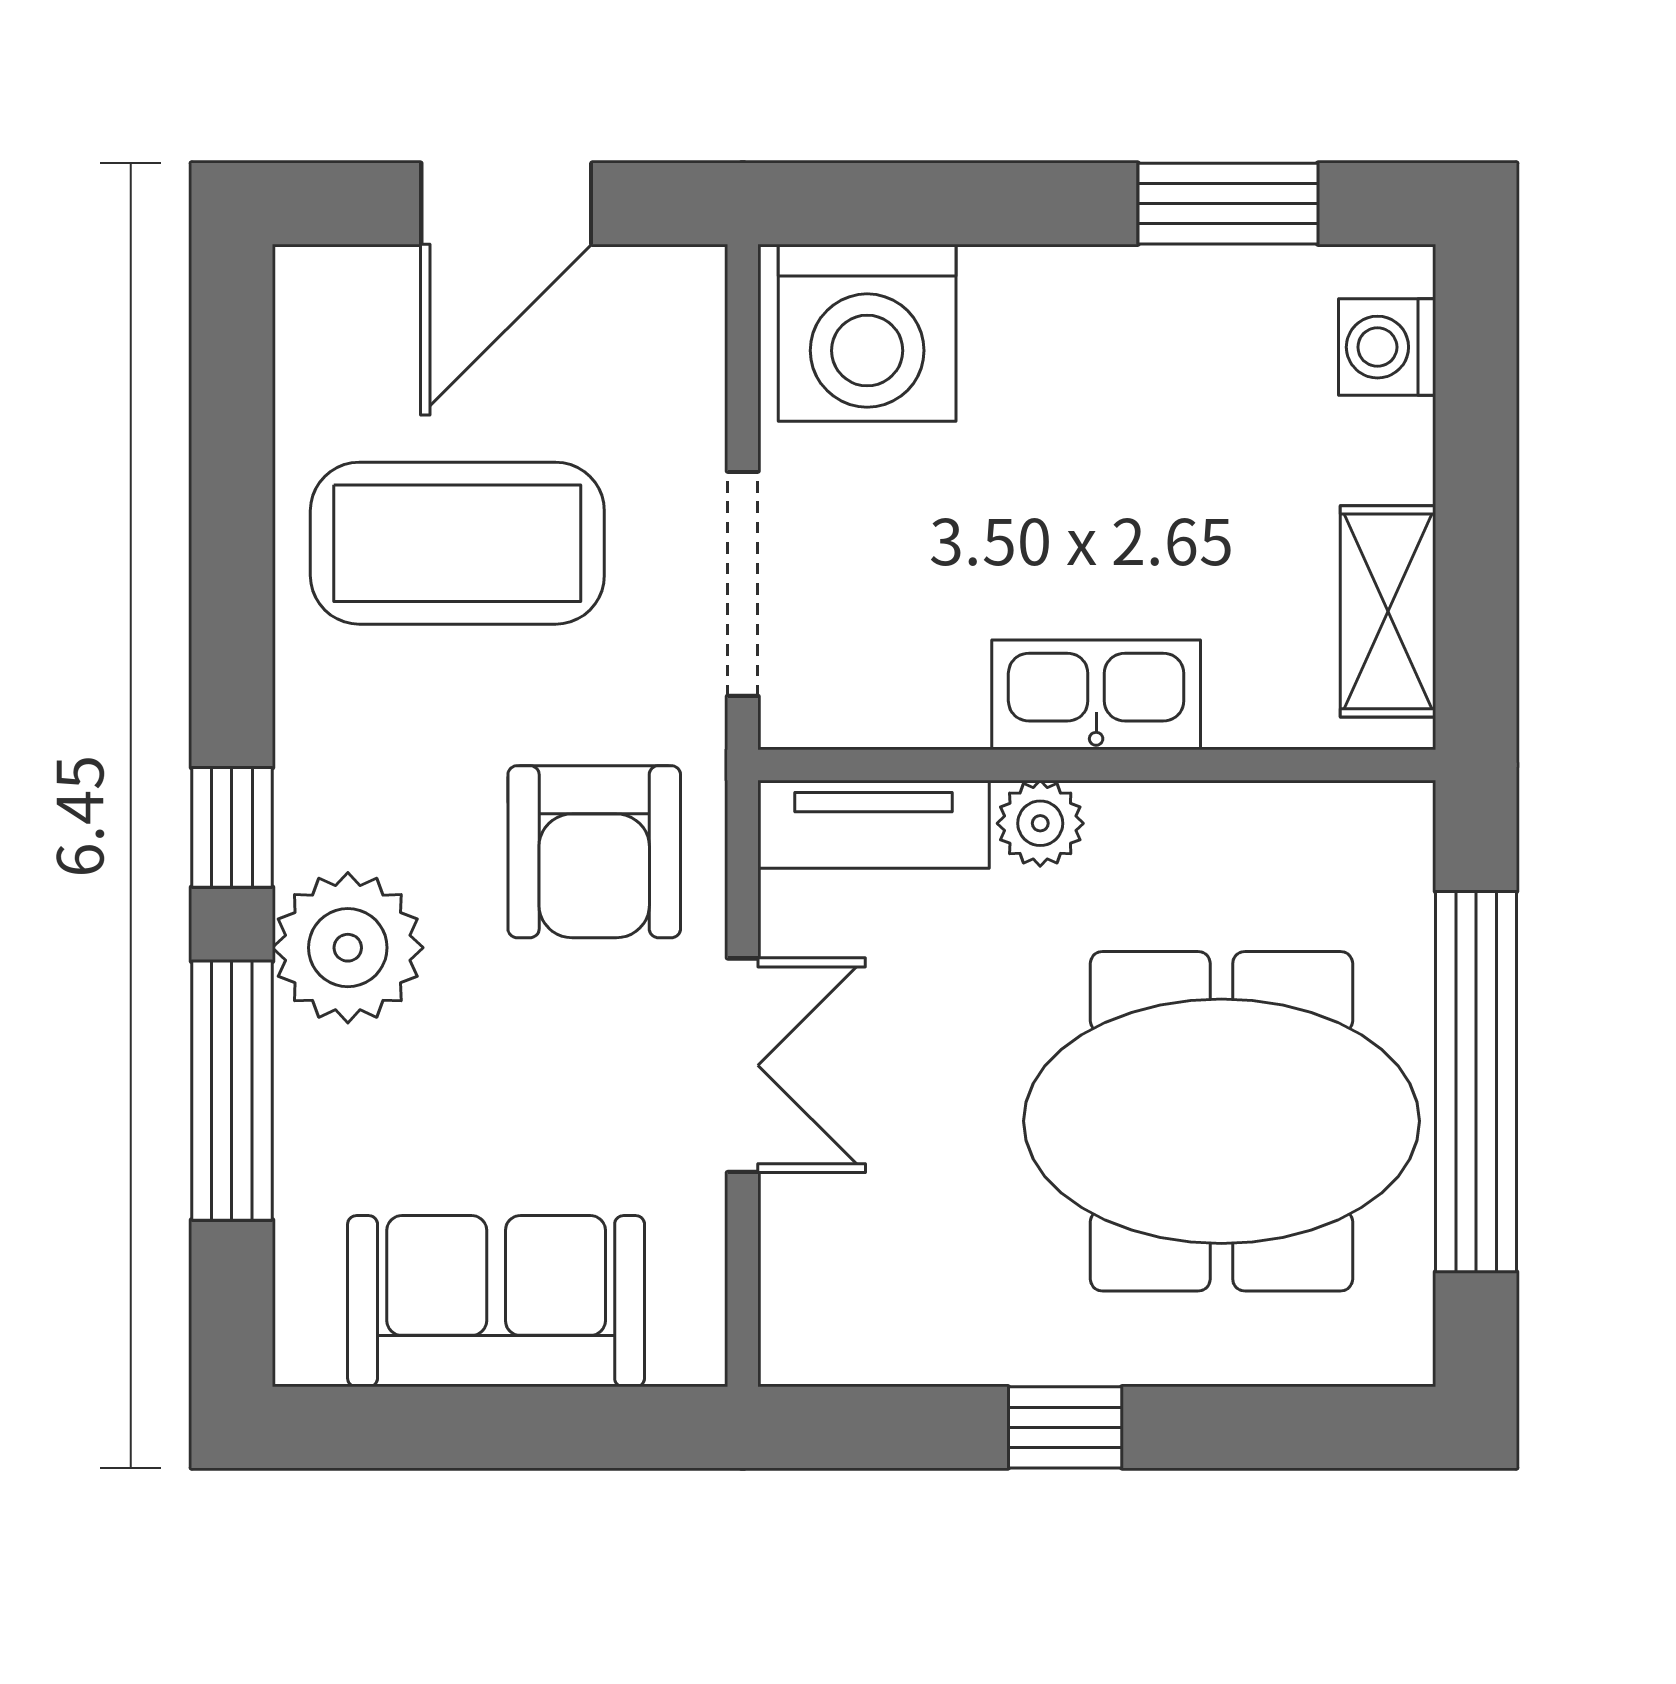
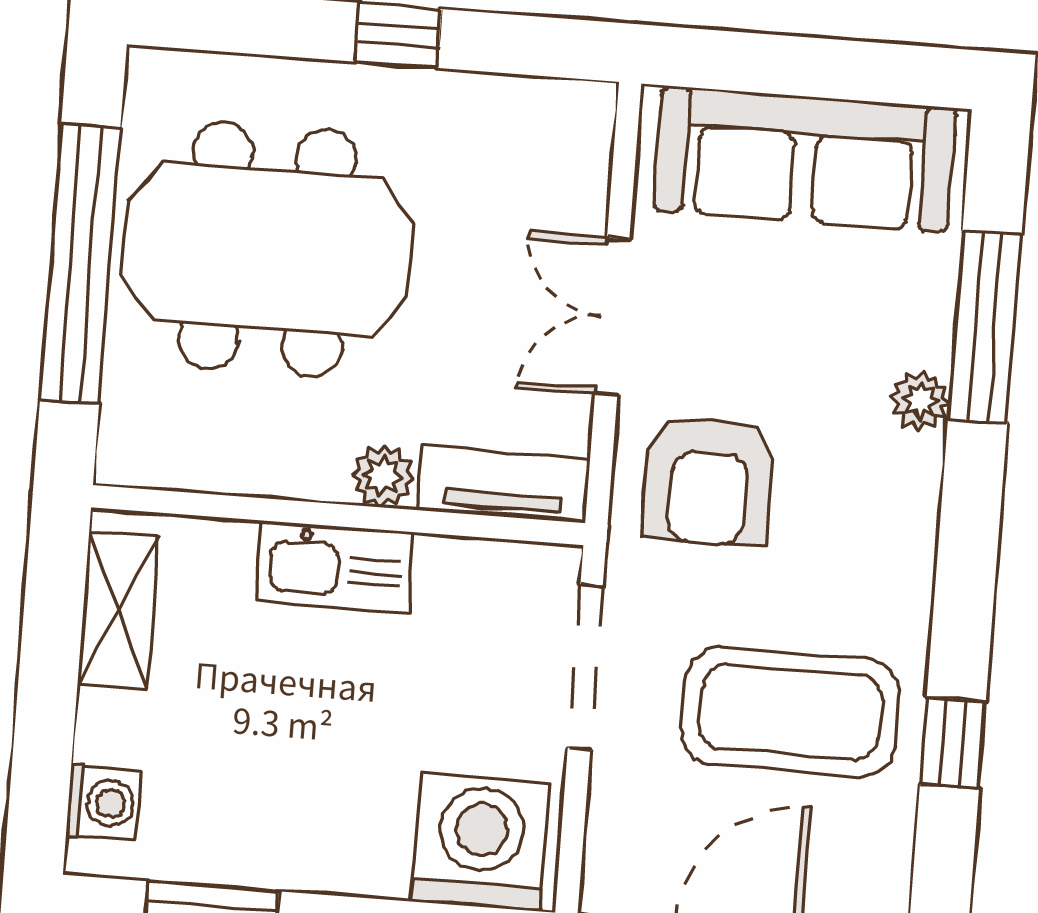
window: (232, 827) -> (953, 743), moved
armchair: (594, 852) -> (708, 480), turned 180
plant: (348, 948) -> (920, 401), width x0.53, depth x0.53
sofa: (496, 1301) -> (805, 159), width x1.36

